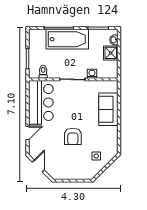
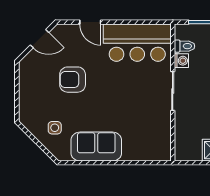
washing machine: (92, 74) -> (181, 61), moved
sofa: (108, 109) -> (96, 147), moved
armchair: (73, 136) -> (73, 80), moved

